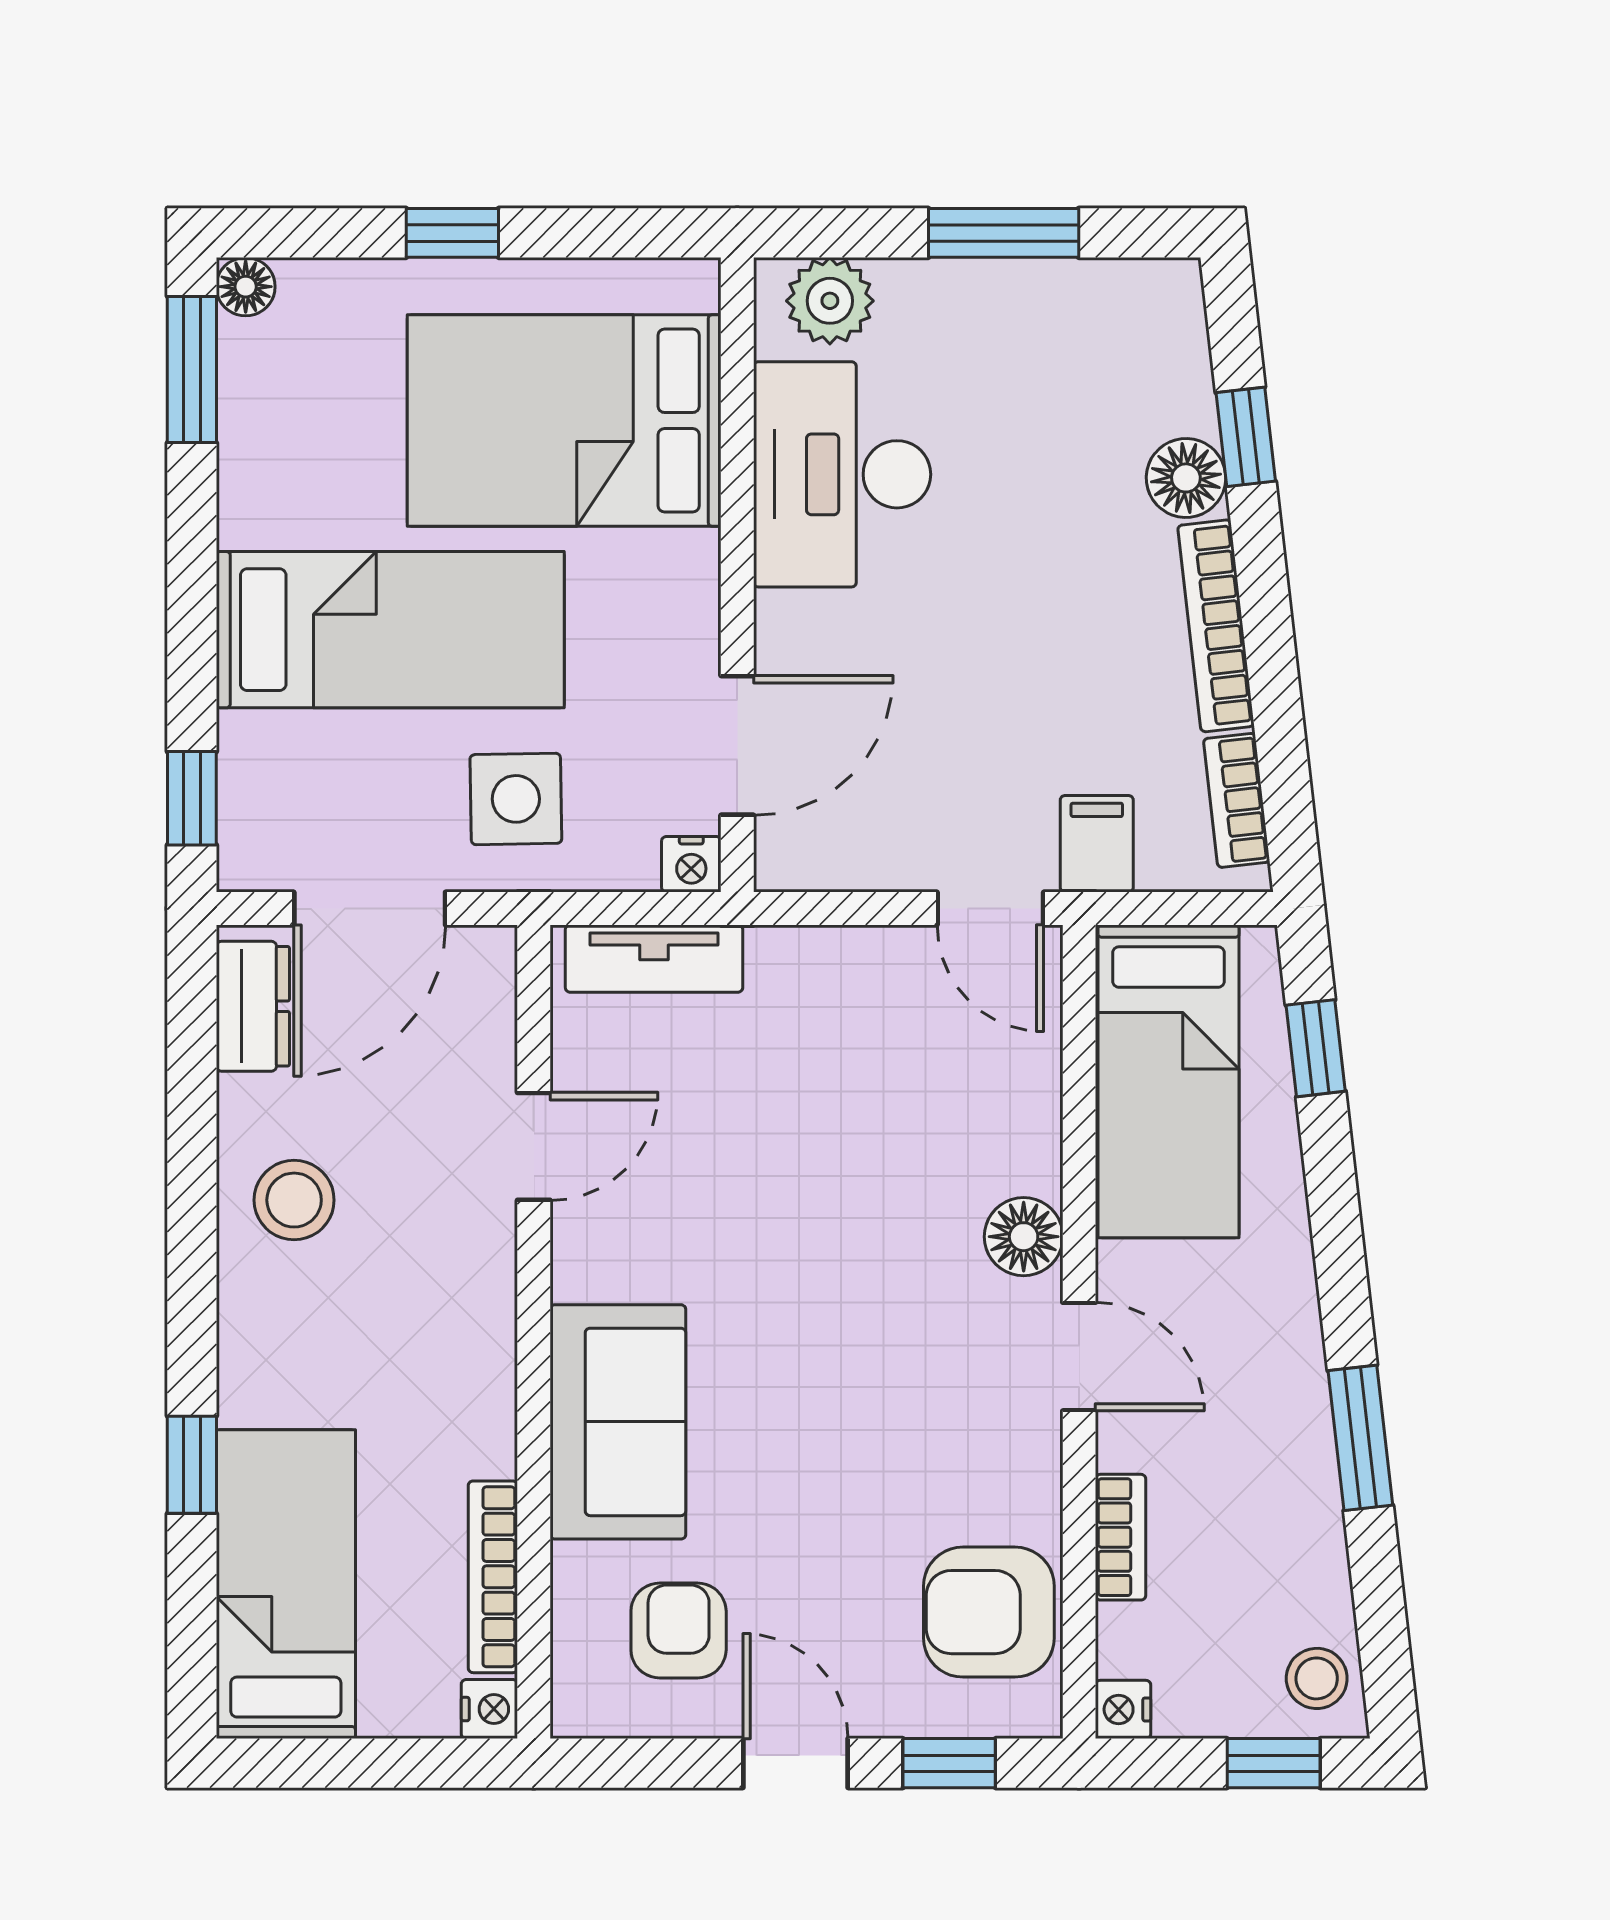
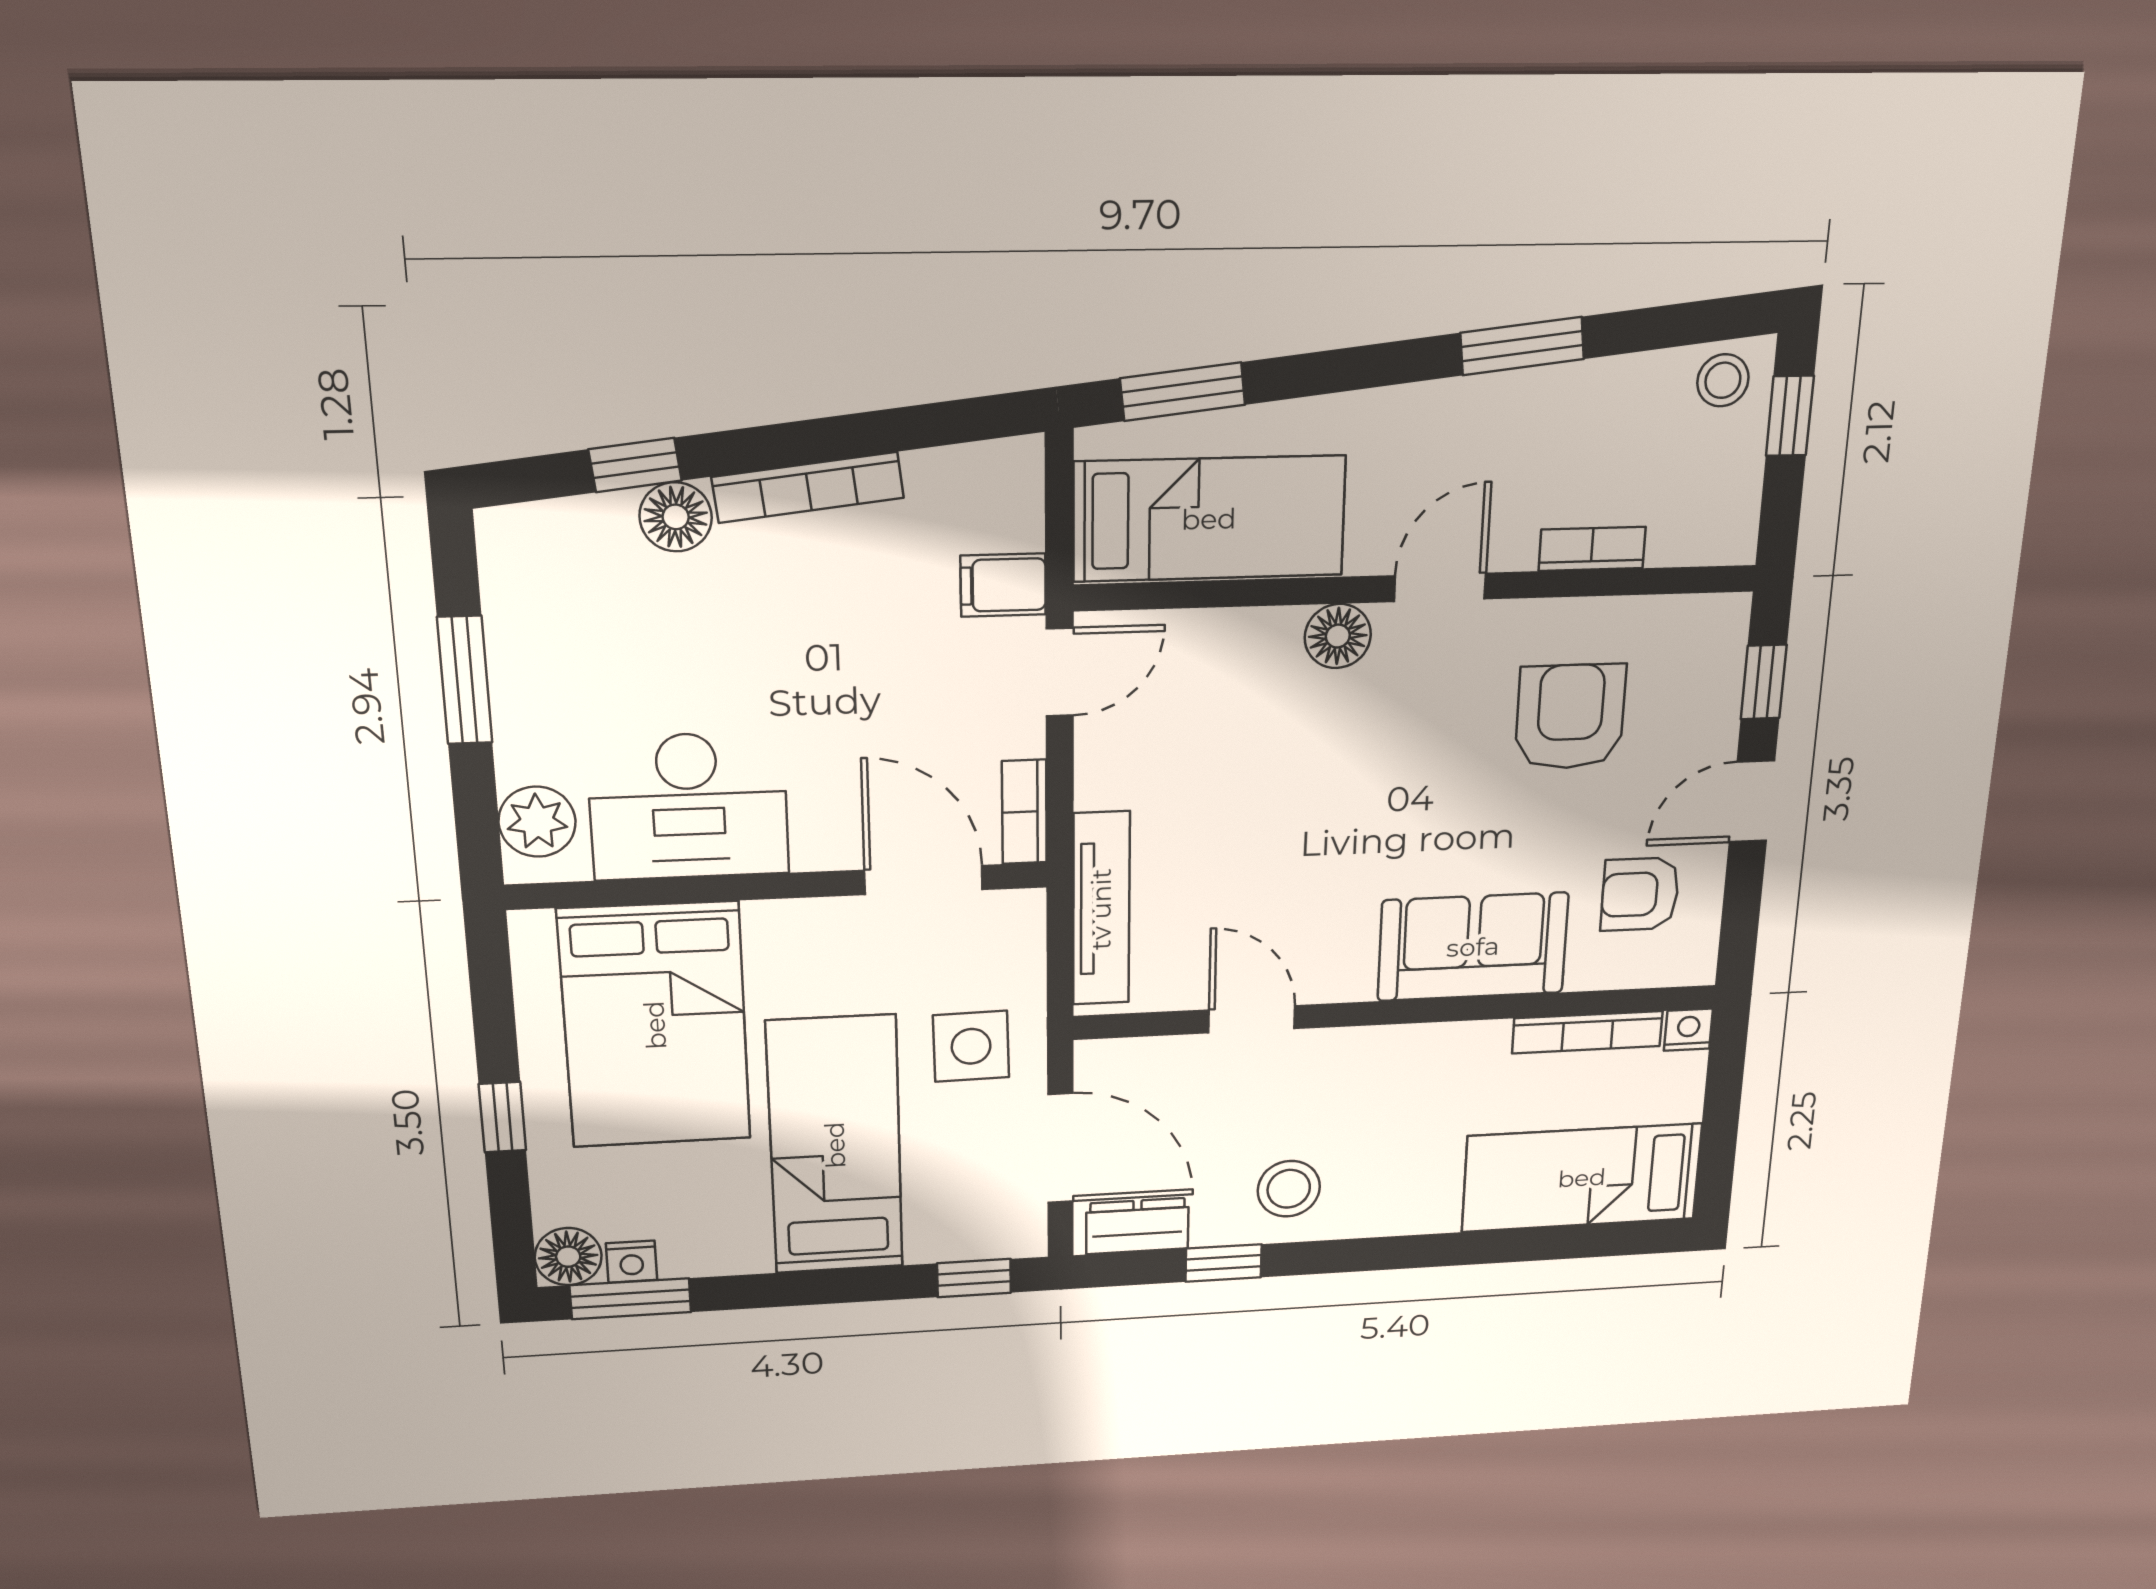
floor lamp: (246, 287) -> (568, 1257), width x1.37, depth x1.37
bookcase: (1237, 800) -> (1024, 812), moved, turned 97
nightstand: (691, 864) -> (632, 1262), moved, turned 90
tv unit: (654, 959) -> (1101, 909), width x1.41
window: (1316, 1048) -> (1183, 392), width x1.50
window: (192, 1465) -> (1224, 1263), moved
armchair: (989, 1612) -> (1570, 717), moved, turned 180
nightstand: (1123, 1709) -> (1734, 543), removed

